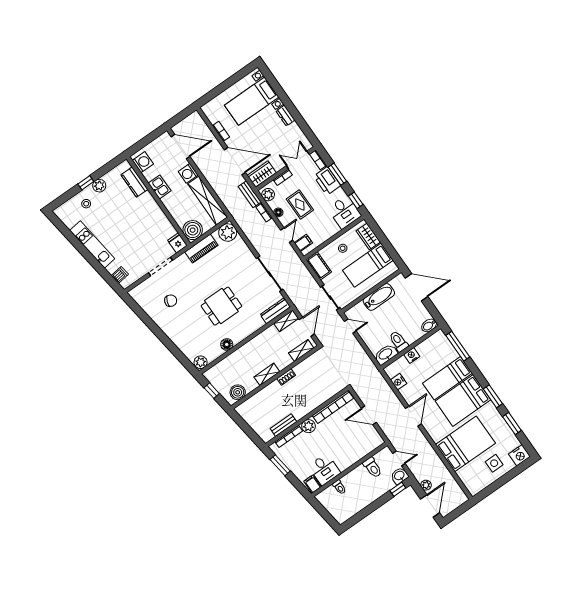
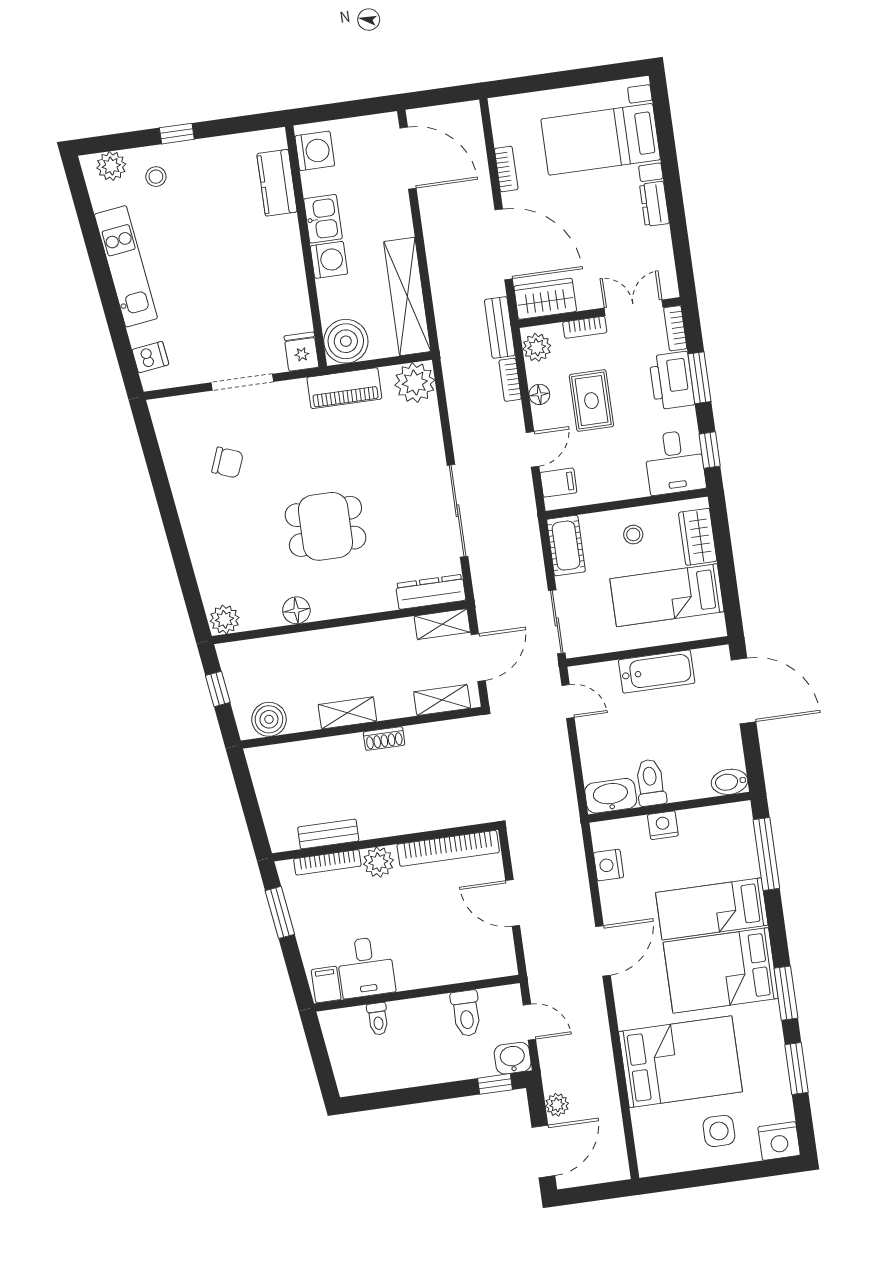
washing machine: (188, 173) -> (329, 260), moved, turned 180
plant: (99, 186) -> (111, 166), moved

